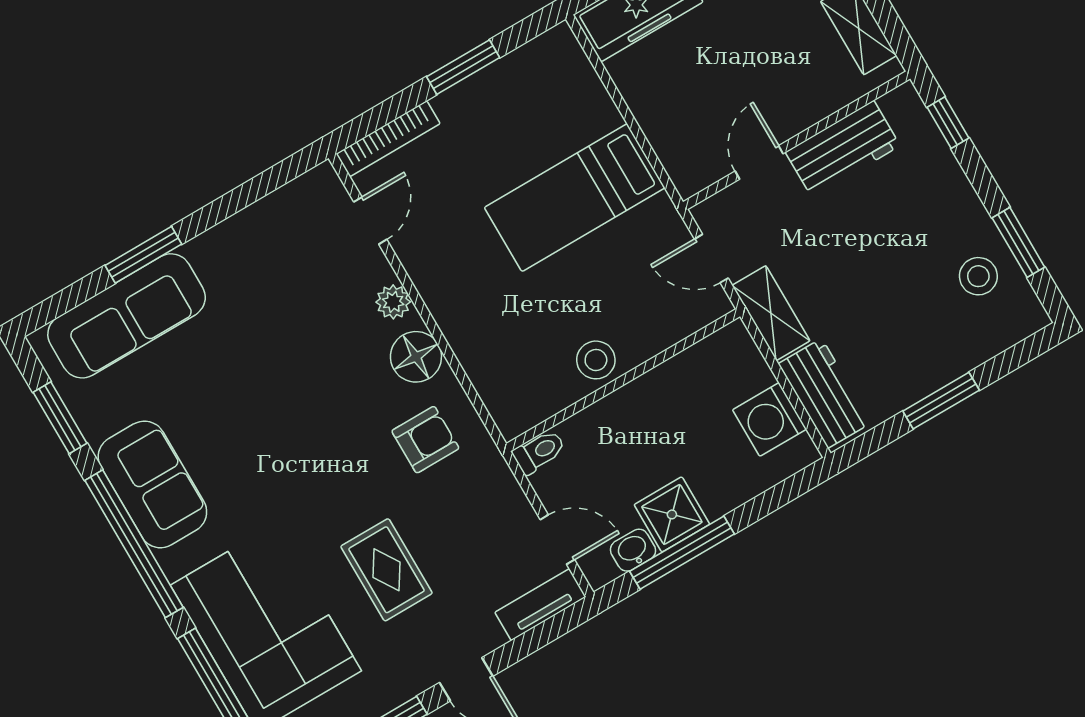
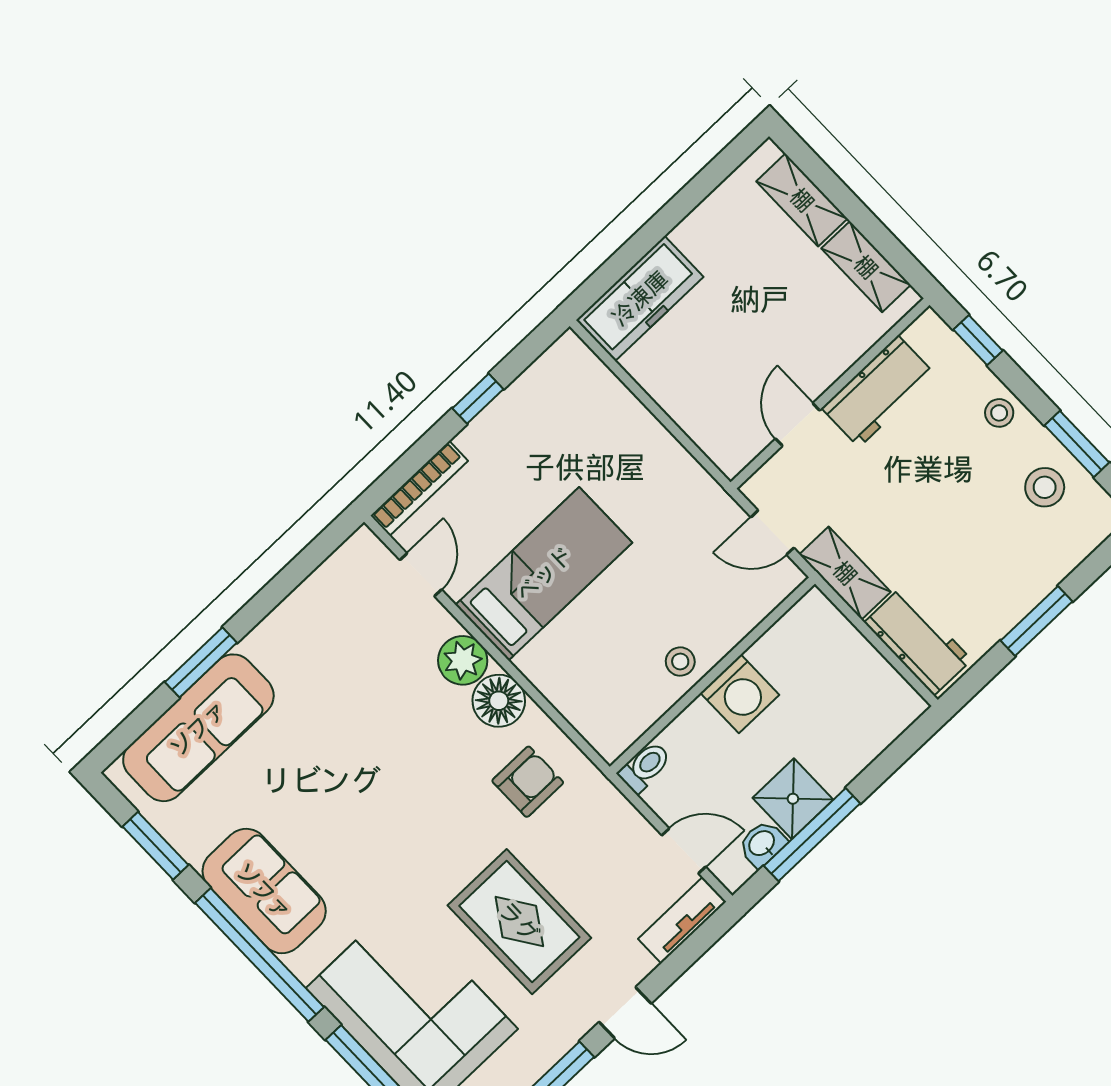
window: (463, 67) -> (478, 399), width x0.67
stool: (952, 196) -> (999, 413), added
bed: (575, 198) -> (544, 574), moved, turned 180
plant: (393, 302) -> (463, 660), width x1.38, depth x1.38
stool: (596, 360) -> (680, 662), width x0.73, depth x0.73
washing machine: (769, 419) -> (740, 694), moved, turned -90
rug: (387, 570) -> (519, 922), width x1.36, depth x1.43

